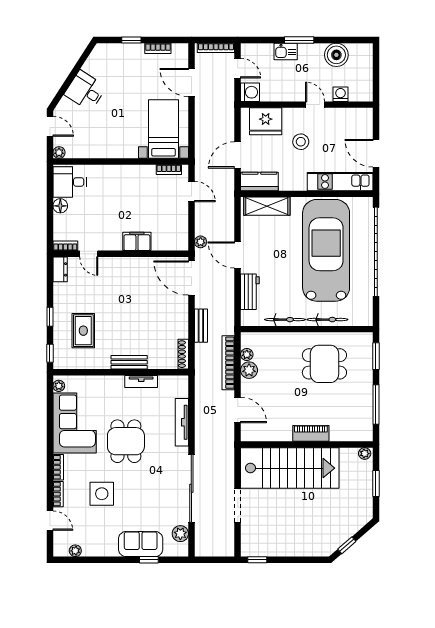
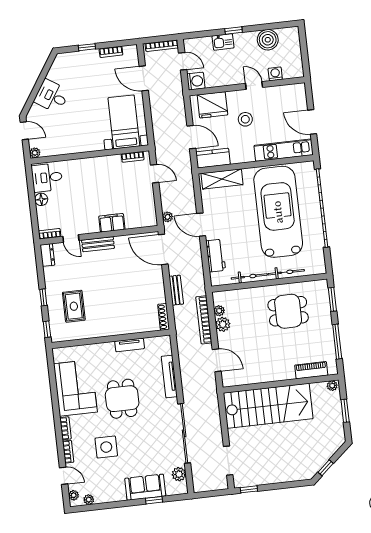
window: (299, 40) -> (234, 31), width x0.67
door: (238, 155) -> (191, 137), swing flipped
bench: (129, 362) -> (98, 244), moved
plant: (59, 386) -> (74, 495), moved
piano: (311, 433) -> (311, 370), moved
doorway: (238, 505) -> (228, 461), moved

